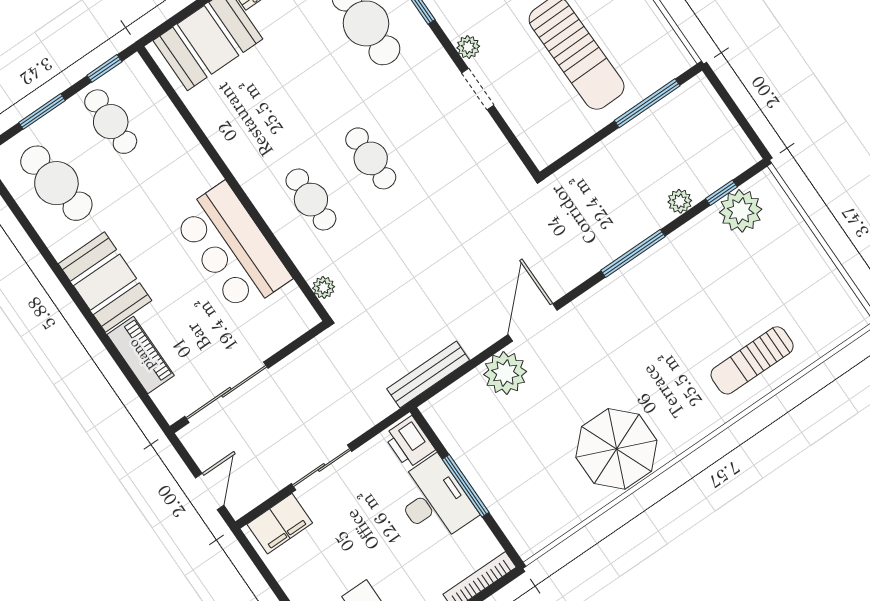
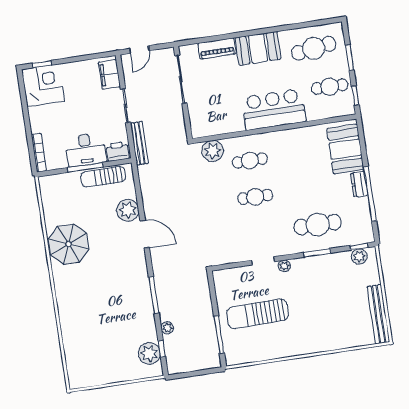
bar counter: (232, 248) -> (274, 109), moved
plant: (324, 287) -> (213, 151), width x1.88, depth x1.88
sun lounger: (752, 360) -> (103, 177), moved, turned -90
bench: (428, 375) -> (139, 143), moved
door: (210, 492) -> (139, 50), hinge flipped

